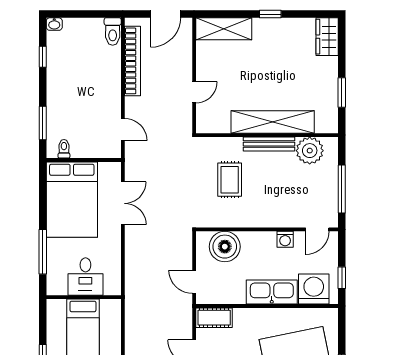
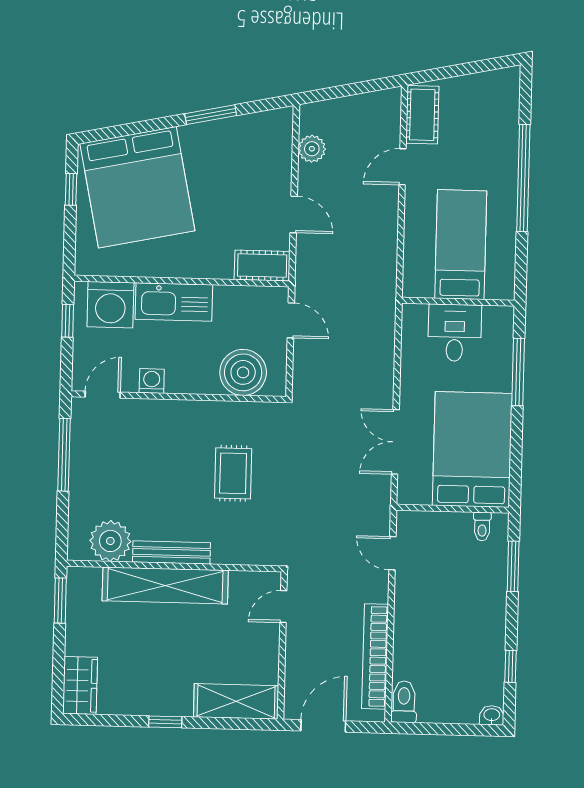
shelving: (273, 122) -> (165, 586), moved
wall: (267, 135) -> (174, 566), moved
bench: (269, 144) -> (171, 552), moved
plant: (310, 151) -> (110, 541), moved

